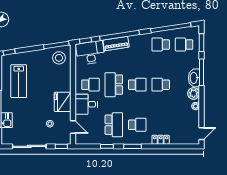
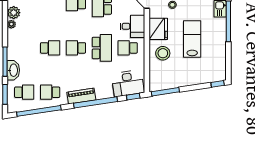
piano: (116, 44) -> (81, 96), moved
school desk: (161, 45) -> (50, 92), turned 180
stool: (59, 58) -> (163, 53), moved
washbasin: (194, 78) -> (13, 70), moved
lab bench: (19, 81) -> (192, 39), moved
plant: (194, 93) -> (14, 13), moved

